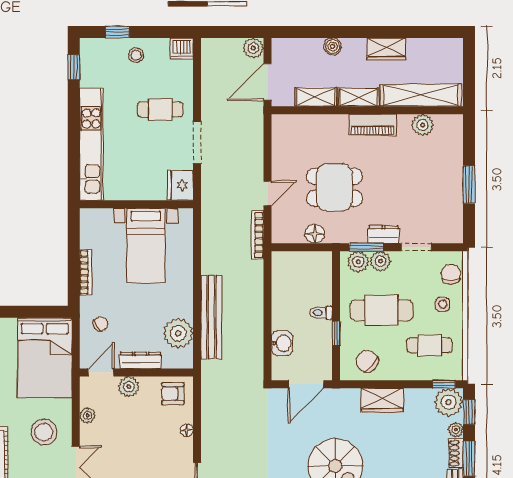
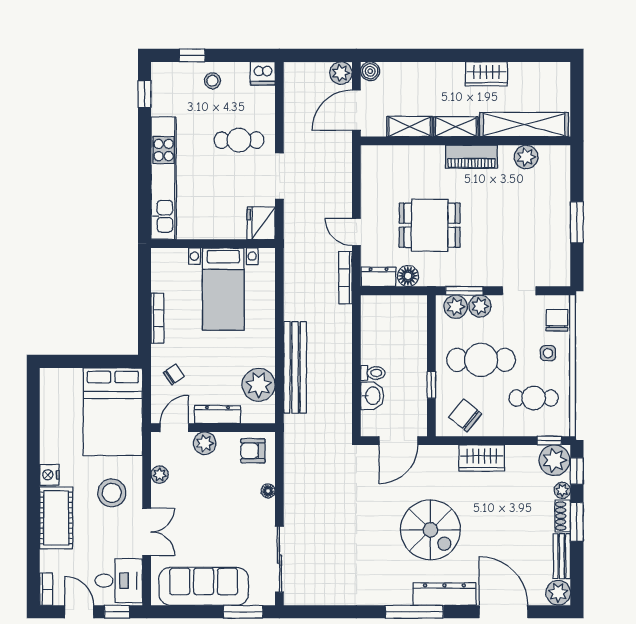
boiler: (333, 47) -> (370, 71), moved
door: (268, 193) -> (356, 232), swing flipped
dresser: (383, 234) -> (379, 277), moved
toilet: (321, 313) -> (373, 373), moved, turned 180

